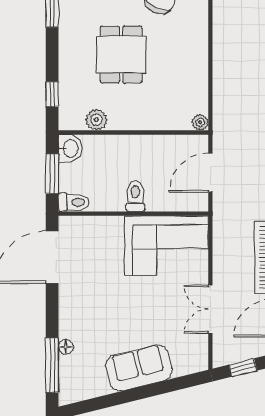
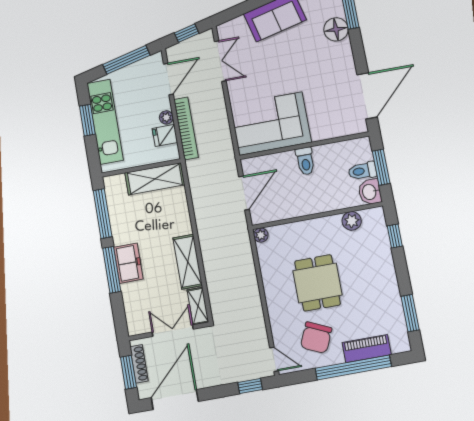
dining table: (121, 55) -> (318, 283), moved
toilet: (74, 202) -> (362, 171), moved
double door: (210, 309) -> (220, 61), moved
floor lamp: (66, 347) -> (336, 29), width x1.89, depth x1.89

